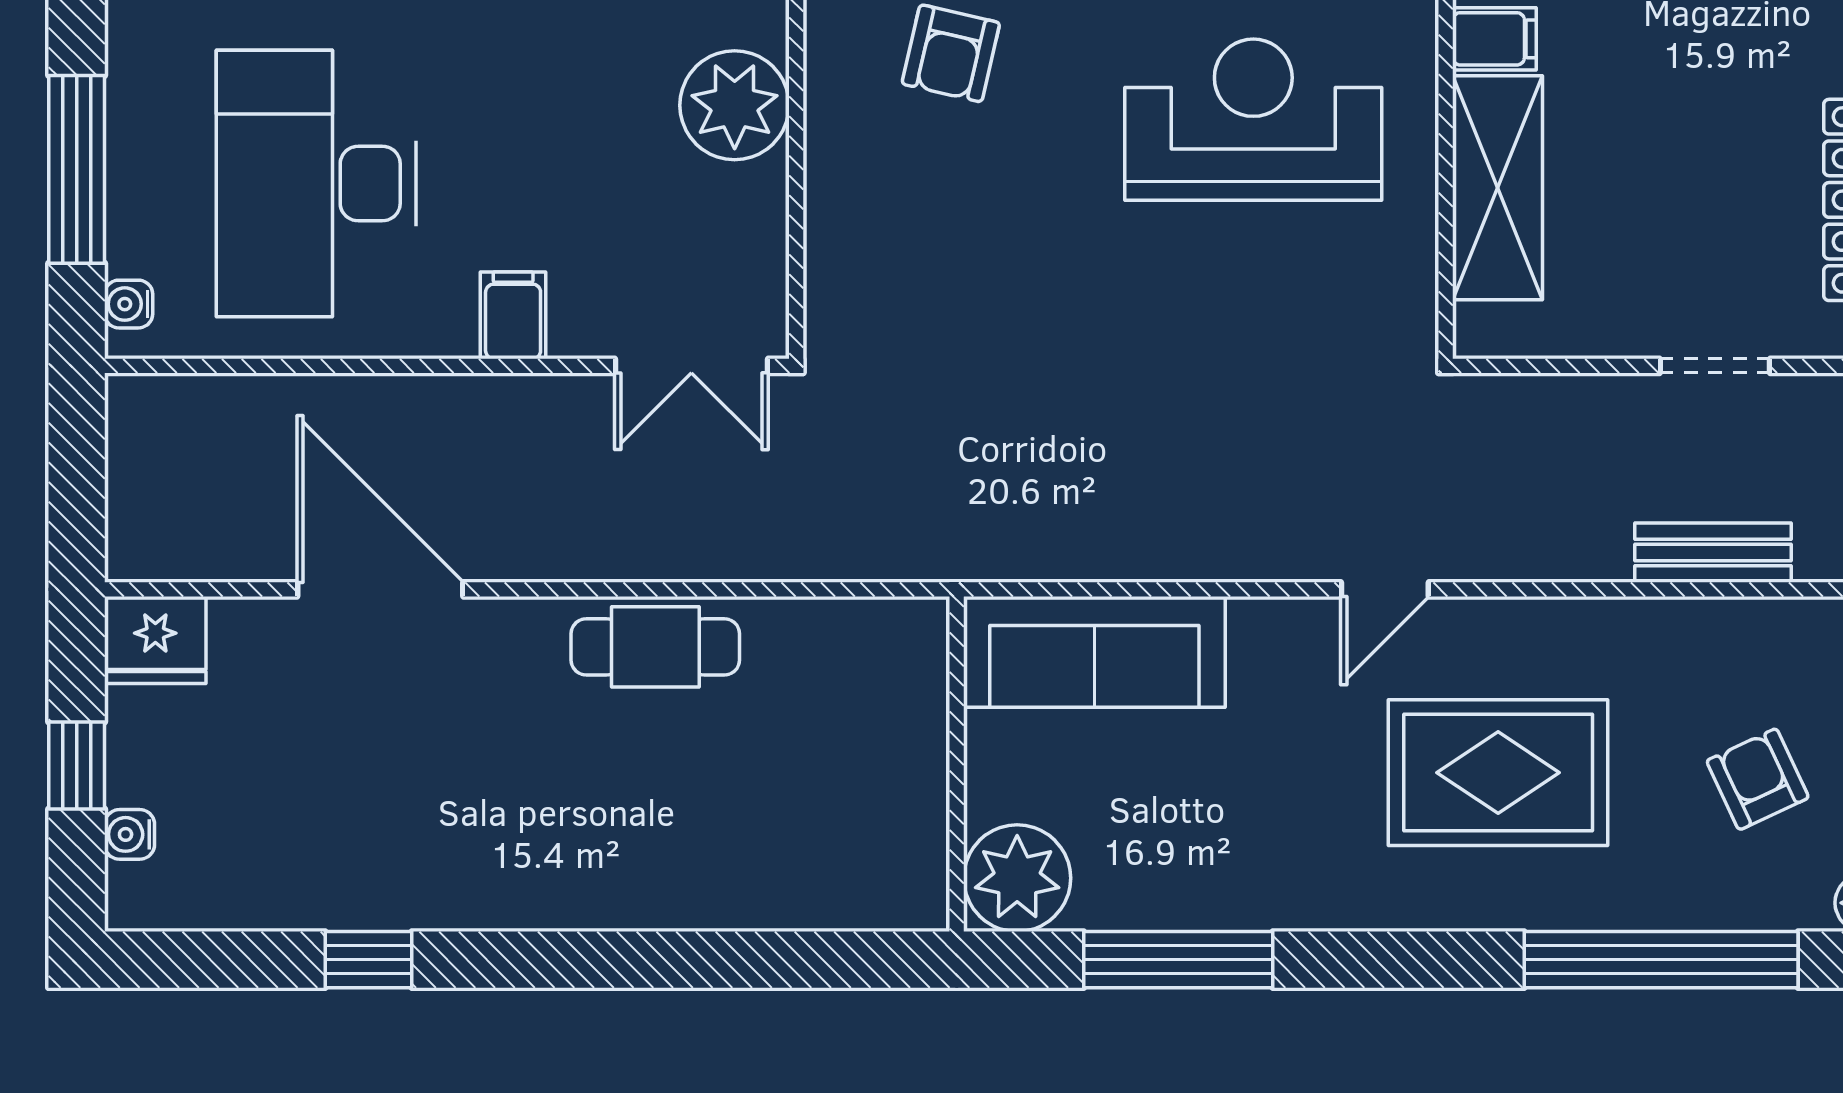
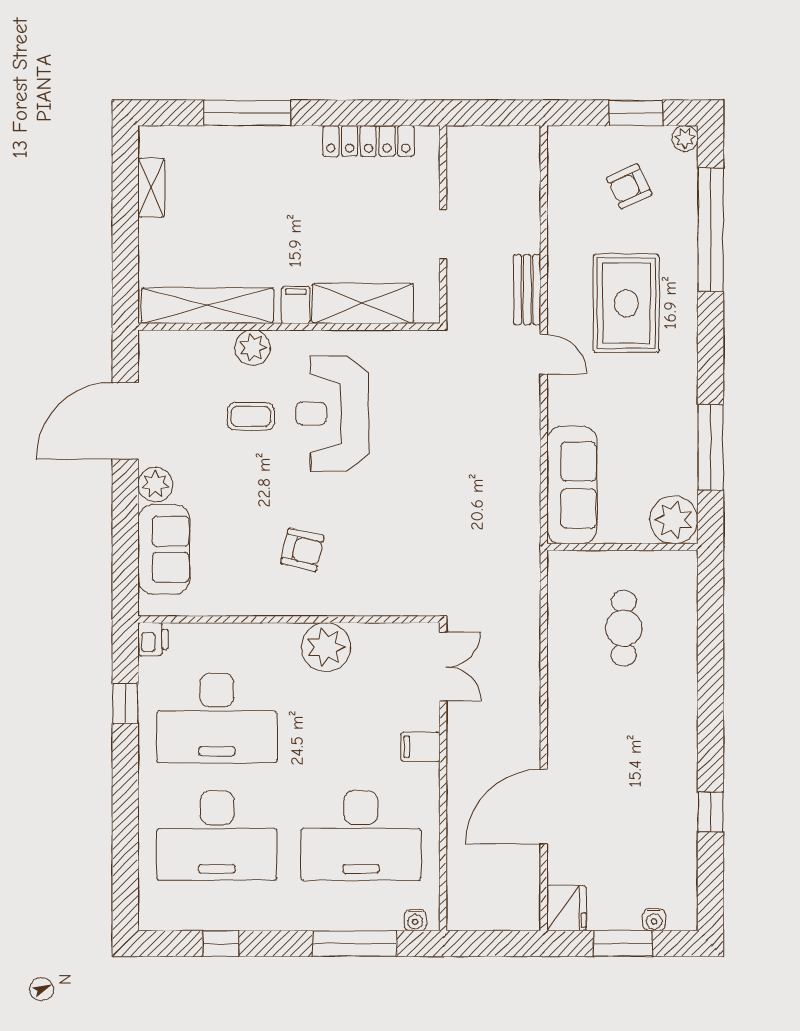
doorway: (1715, 366) -> (443, 234), moved
bench: (1713, 553) -> (527, 290), moved
cafe table: (655, 647) -> (624, 628), moved
window: (77, 765) -> (623, 943), width x1.50

